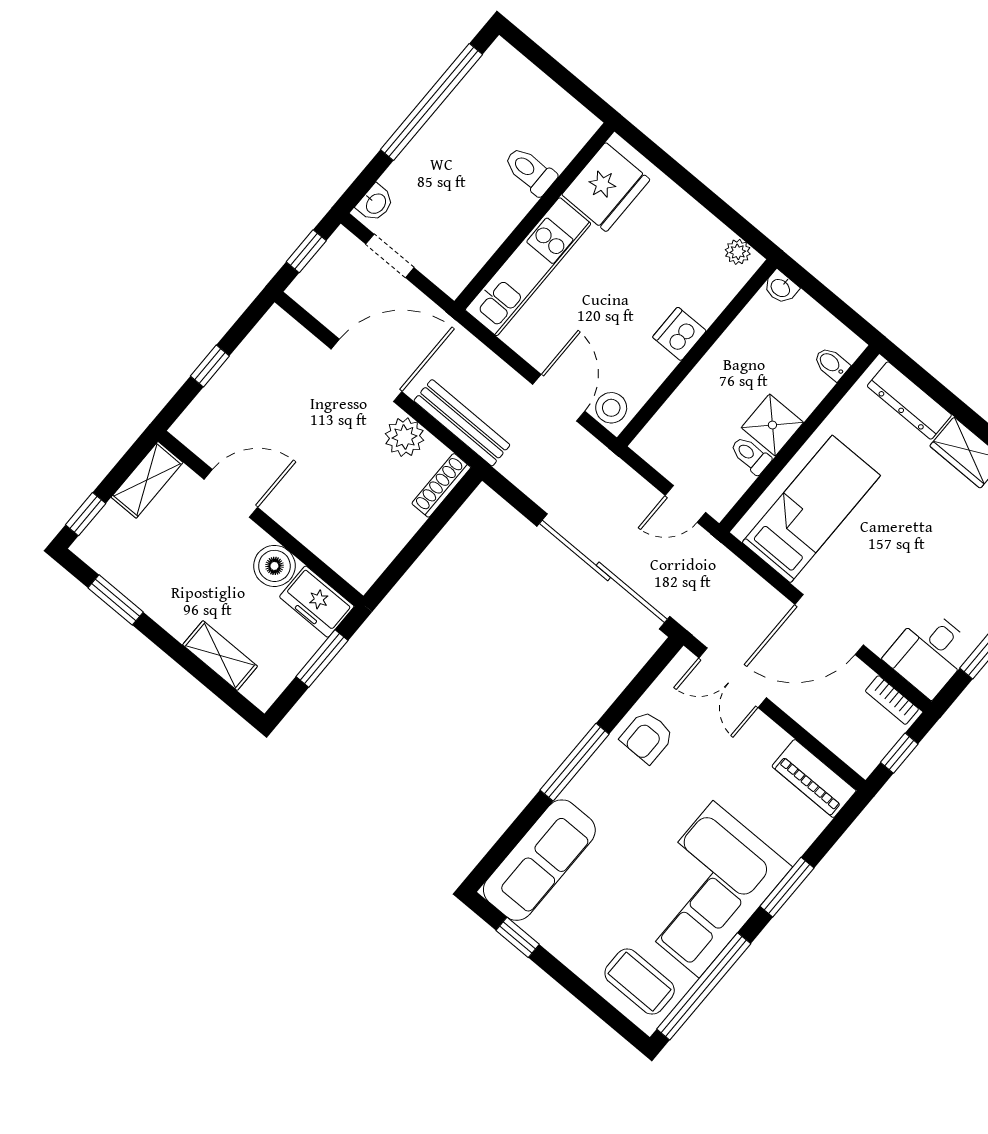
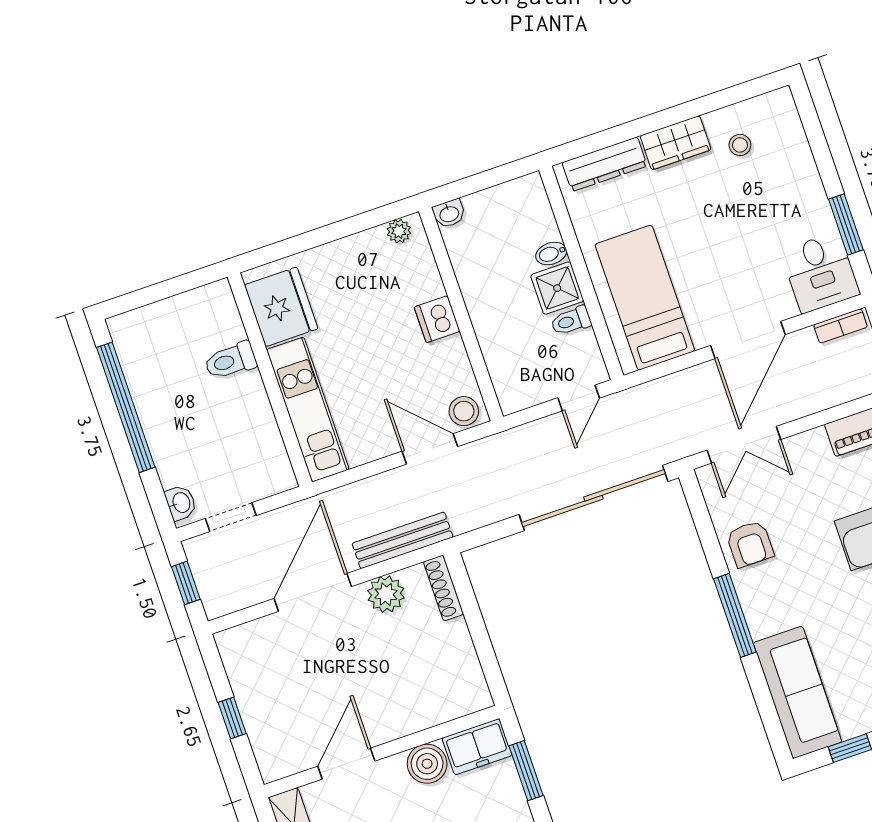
bidet: (831, 364) -> (551, 253), moved

